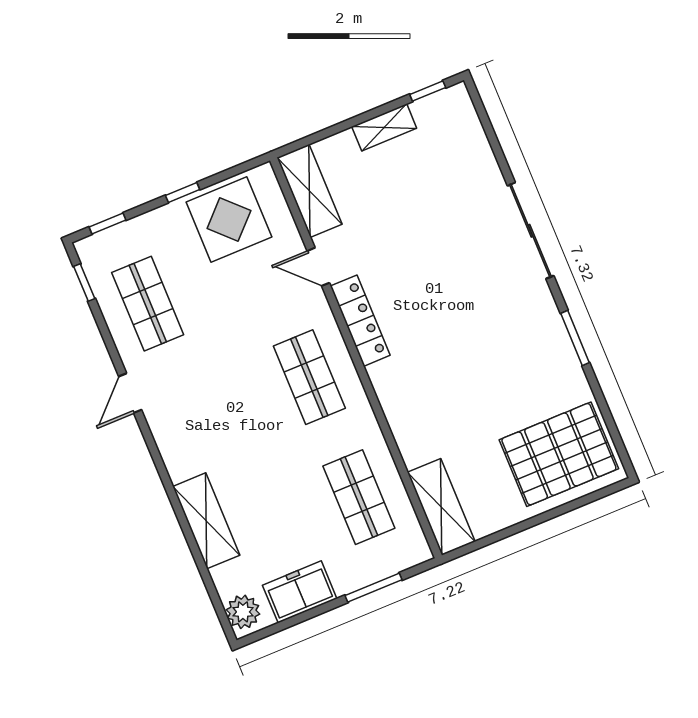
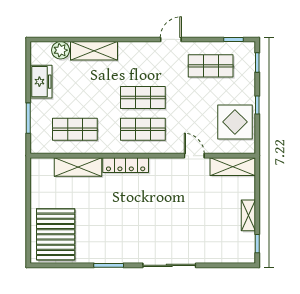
door: (318, 267) -> (194, 156), hinge flipped
locker: (360, 321) -> (126, 165), moved
door: (130, 393) -> (171, 39), hinge flipped
shop shelf: (253, 400) -> (143, 98), added
shelving: (441, 507) -> (78, 167), moved
plant: (243, 612) -> (61, 50), moved

